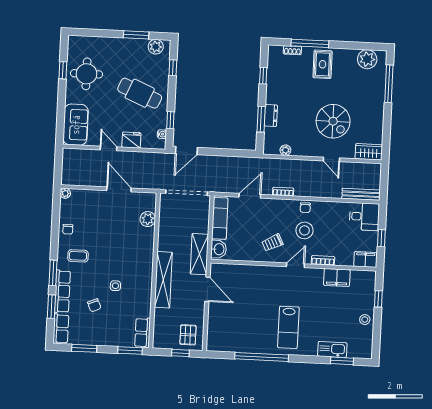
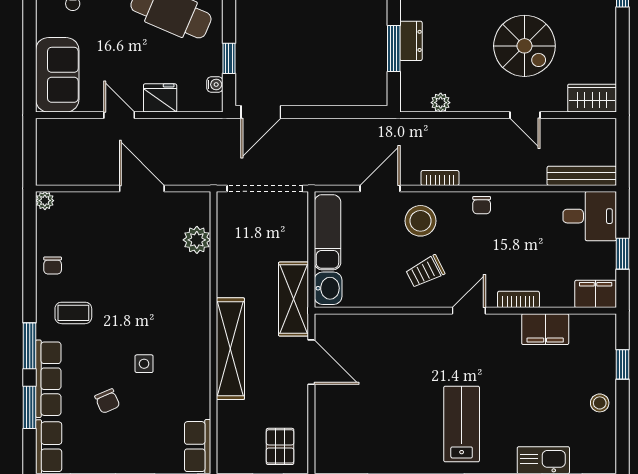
stool: (304, 230) -> (421, 221), moved
lab bench: (288, 327) -> (462, 424), turned 180

